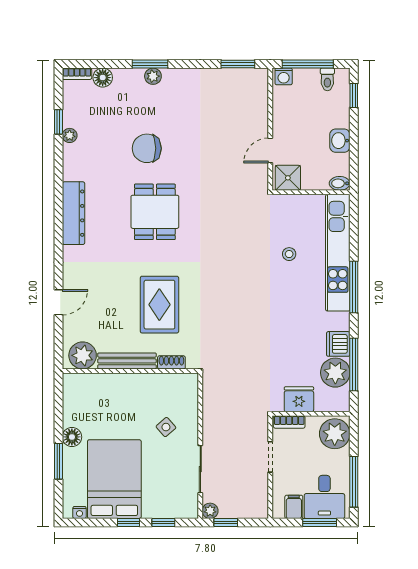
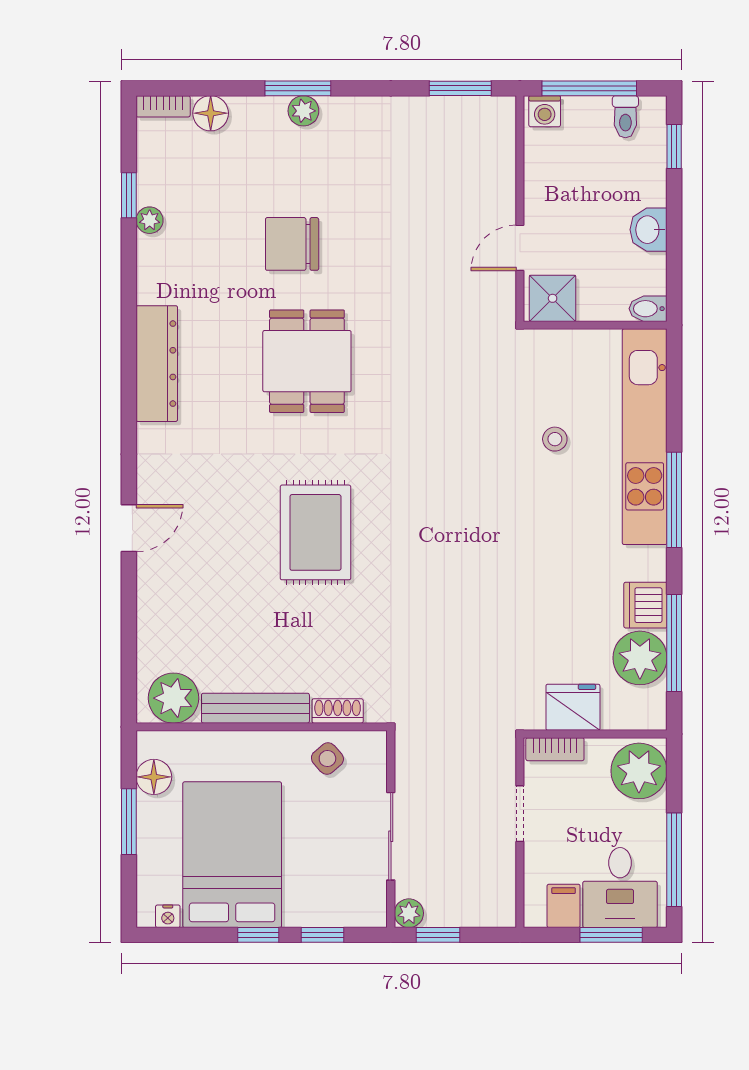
plant: (83, 355) -> (173, 698), moved
bench: (127, 361) -> (255, 708), moved
shoe rack: (171, 362) -> (338, 711), moved
wall: (130, 371) -> (262, 727), moved

